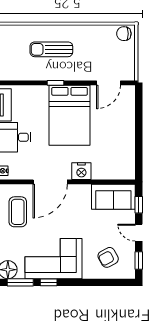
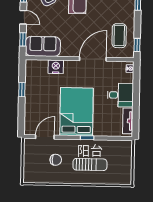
chair: (124, 34) -> (56, 160), moved
window: (139, 142) -> (22, 90), added
nightstand: (81, 171) -> (56, 67), moved

